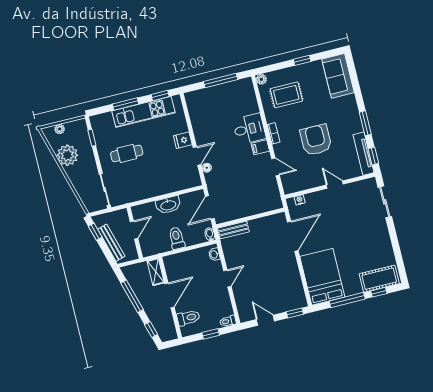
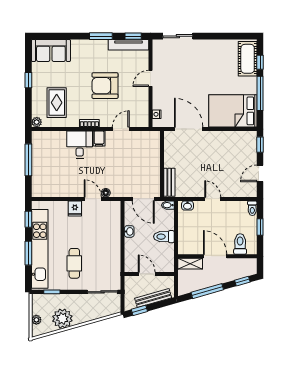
kitchen unit: (143, 112) -> (40, 249), width x1.36
washbasin: (168, 205) -> (129, 231), width x0.52, depth x0.69

